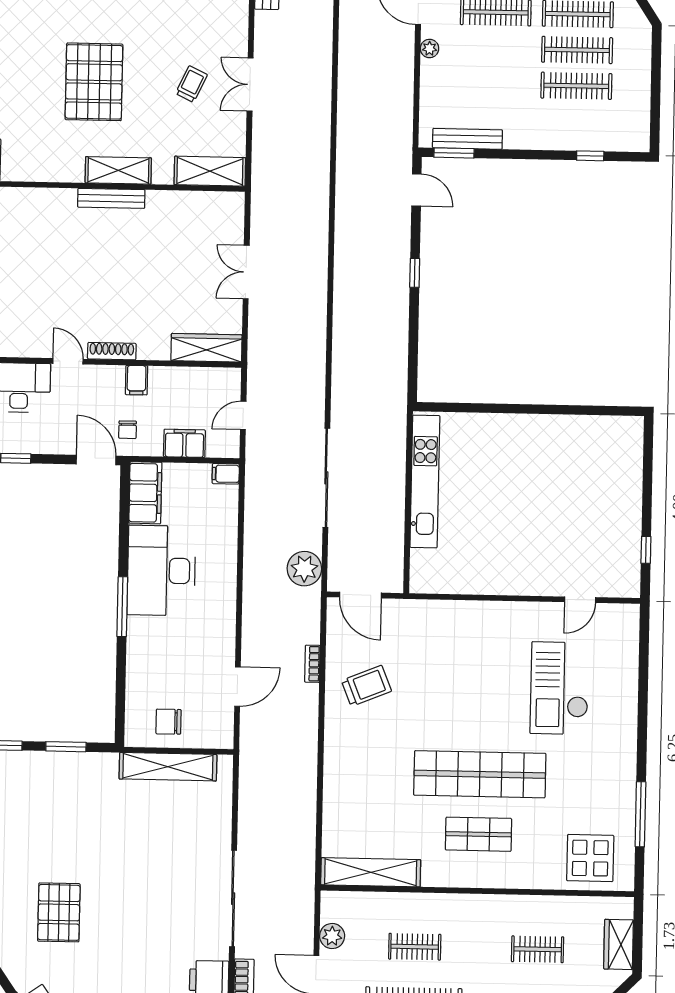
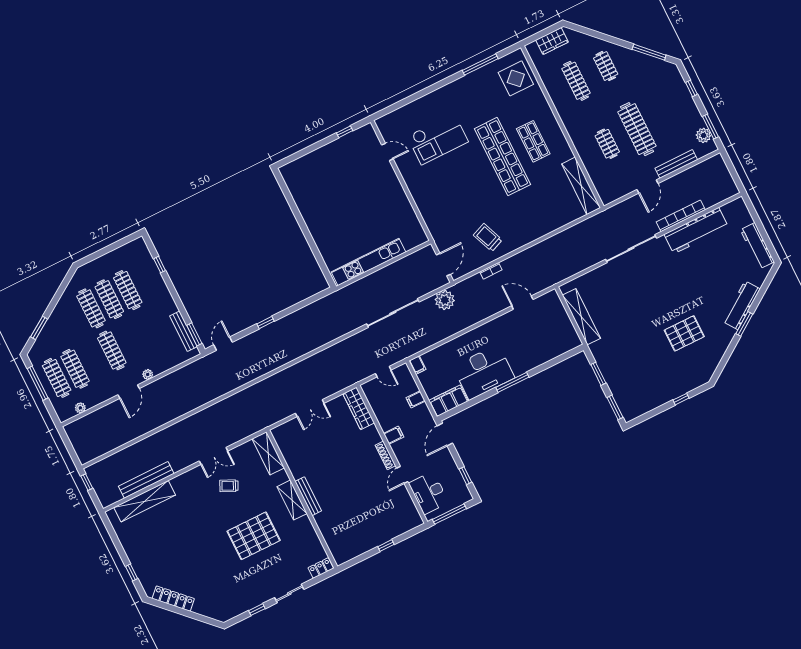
chair: (128, 430) -> (421, 427), removed
filing cabinet: (184, 443) -> (416, 399), width x0.50
chair: (169, 722) -> (558, 328), removed
plant: (332, 936) -> (624, 189), removed
clothes rail: (538, 949) -> (576, 81), width x1.36

